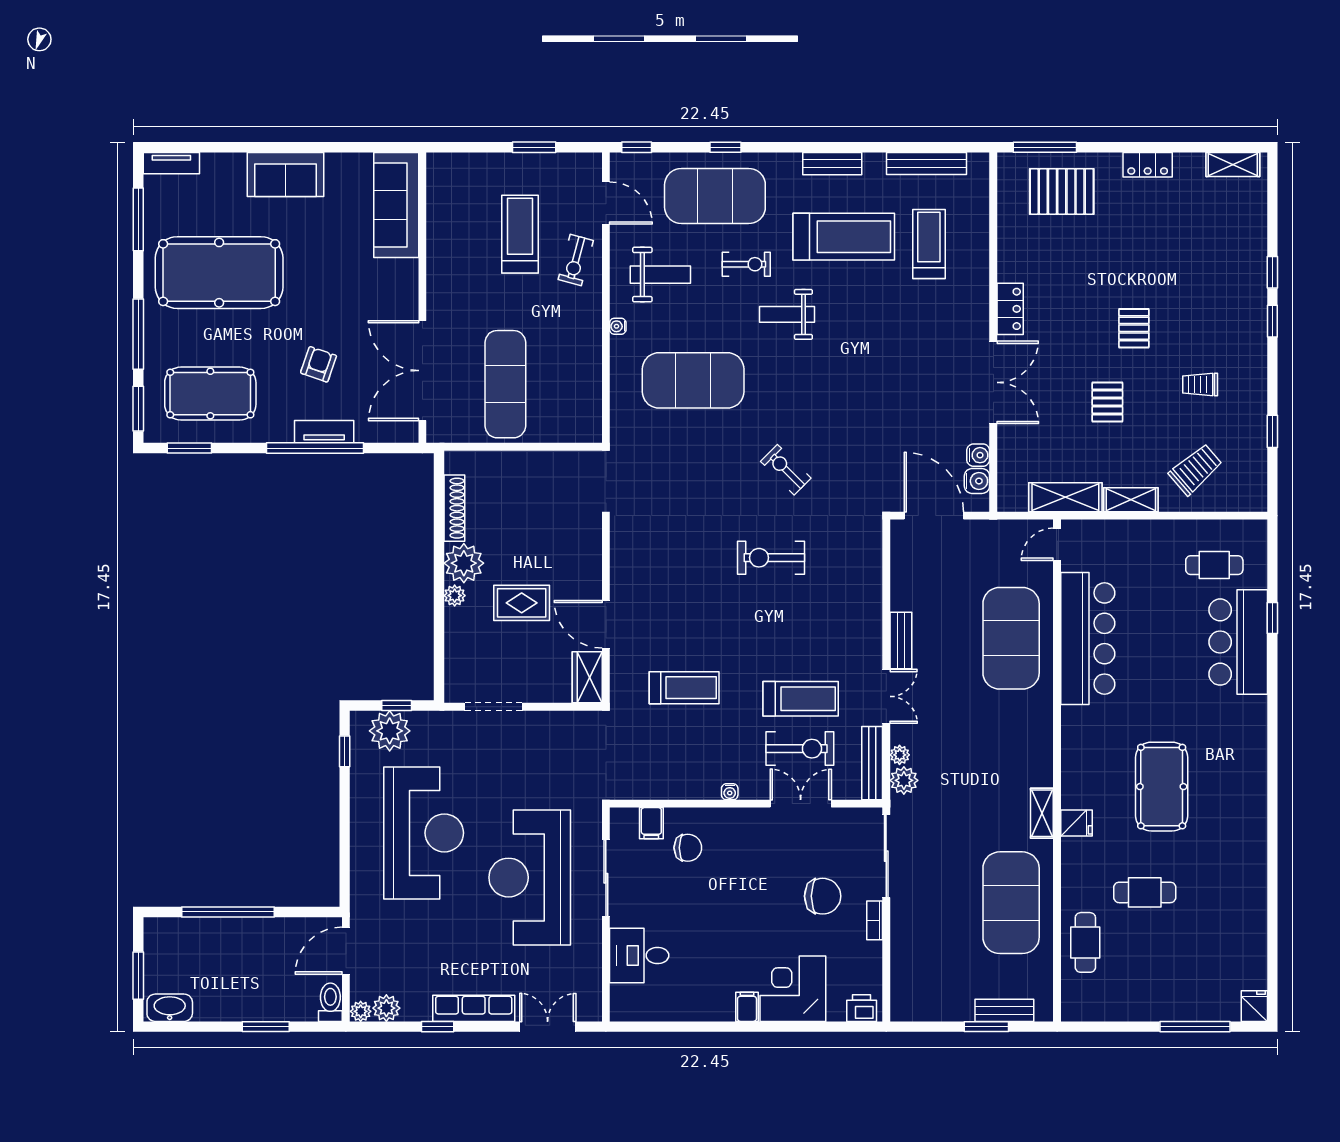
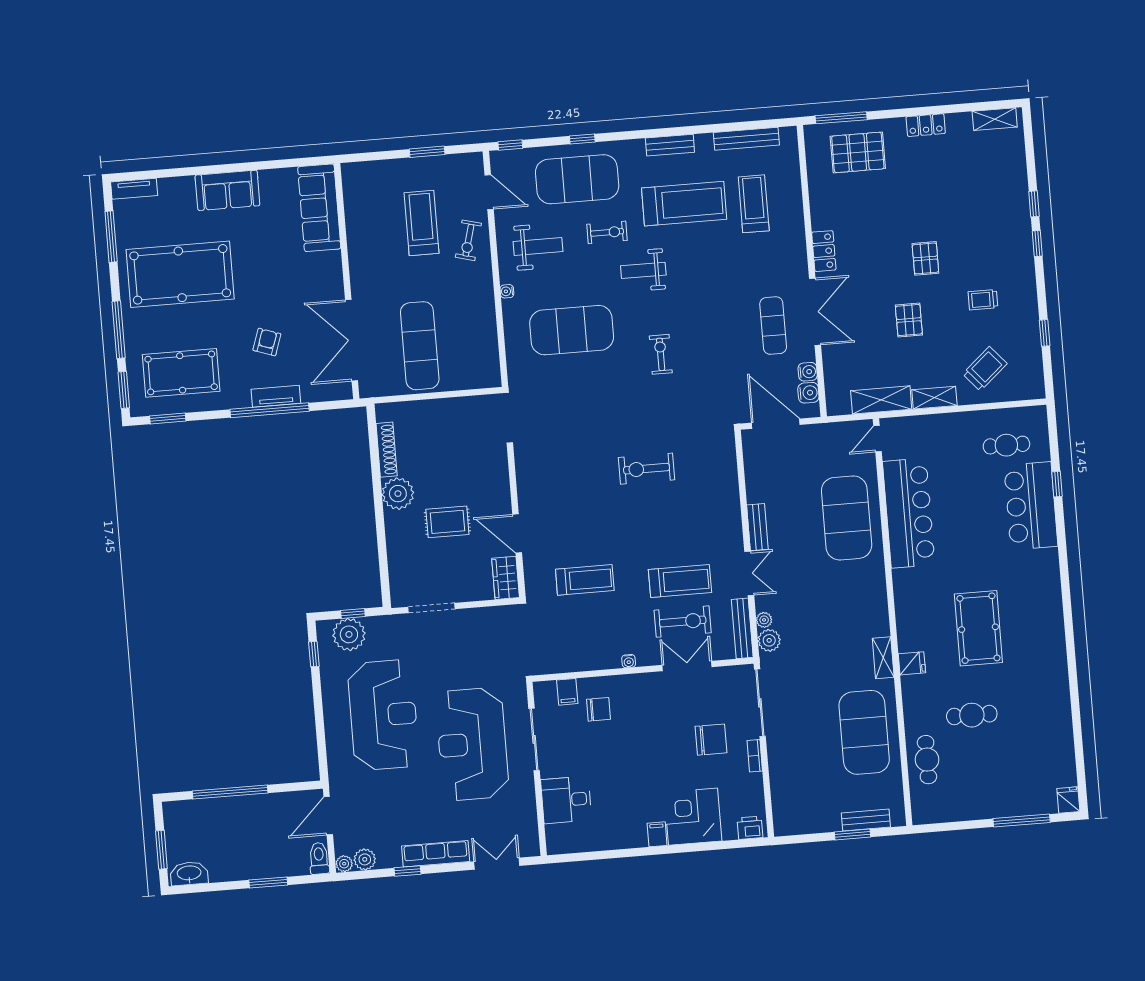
exercise mat: (941, 395) -> (773, 326), added
exercise bike: (786, 470) -> (661, 354), moved, turned 45
plant: (455, 596) -> (393, 520), removed

